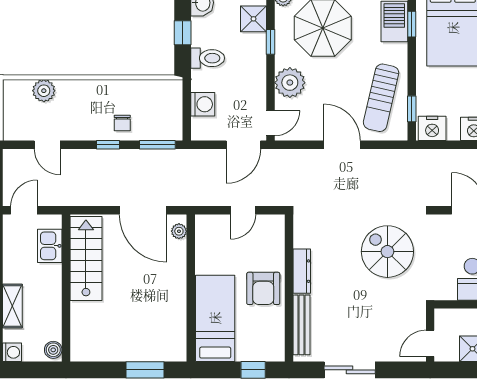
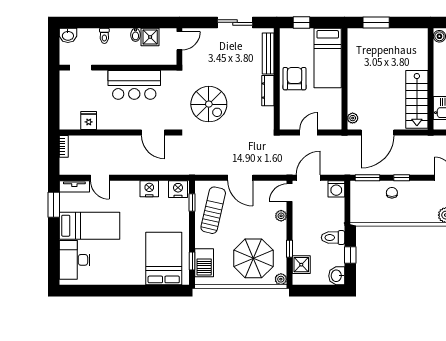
plant: (290, 83) -> (281, 216), width x0.53, depth x0.53
washing machine: (203, 104) -> (336, 189), moved, turned -90
door: (143, 210) -> (377, 133), swing flipped

